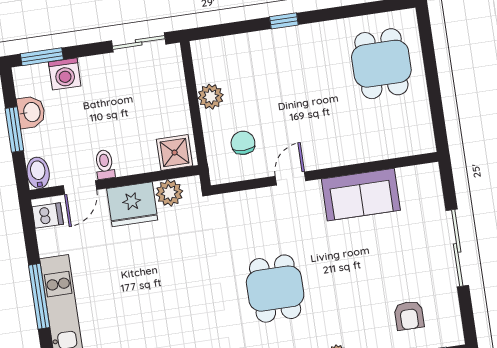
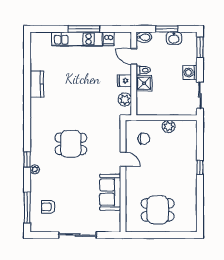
dining table: (381, 64) -> (158, 210), moved
washing machine: (65, 74) -> (190, 72), moved
shower: (175, 153) -> (144, 83), moved
fridge: (132, 204) -> (124, 81), width x0.53, depth x0.75
dishwasher: (48, 215) -> (109, 39), moved

